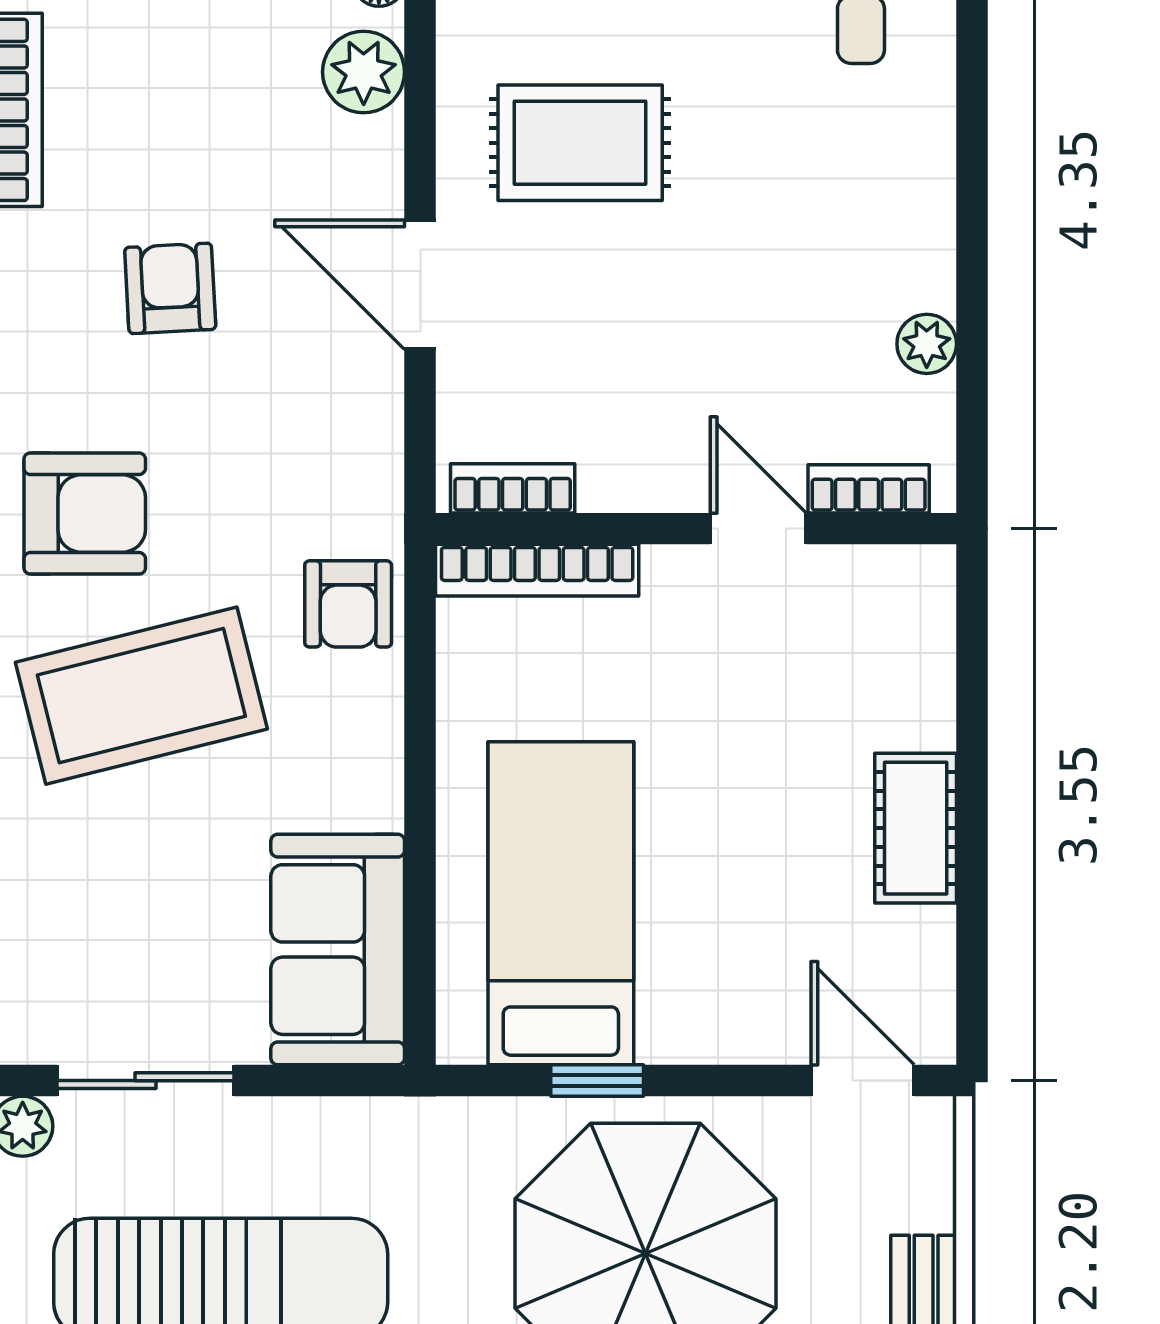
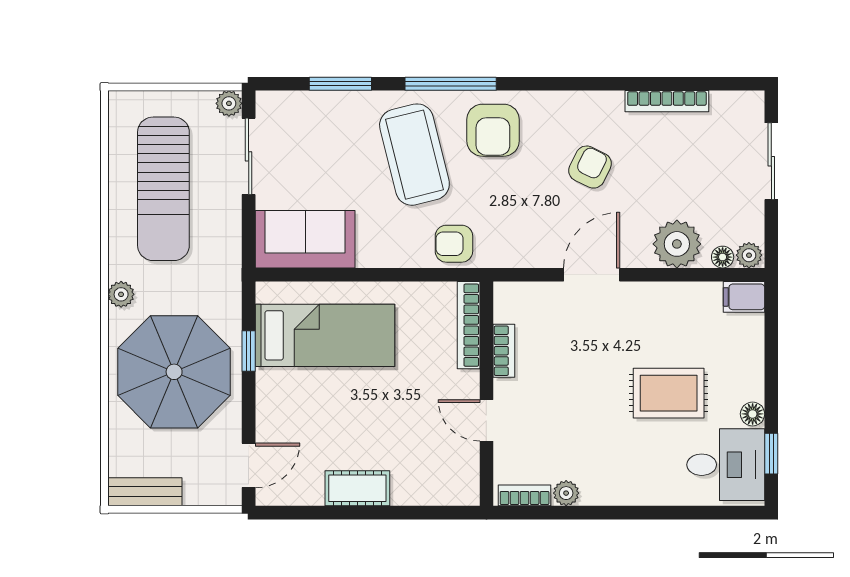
plant: (364, 72) -> (677, 244), width x1.36, depth x1.36
rug: (580, 143) -> (669, 393), moved, turned 90
armchair: (170, 288) -> (590, 167), turned -61
bookcase: (513, 488) -> (504, 351), moved
bookcase: (869, 489) -> (525, 495), moved, turned -90
door: (758, 529) -> (486, 420), swing flipped

